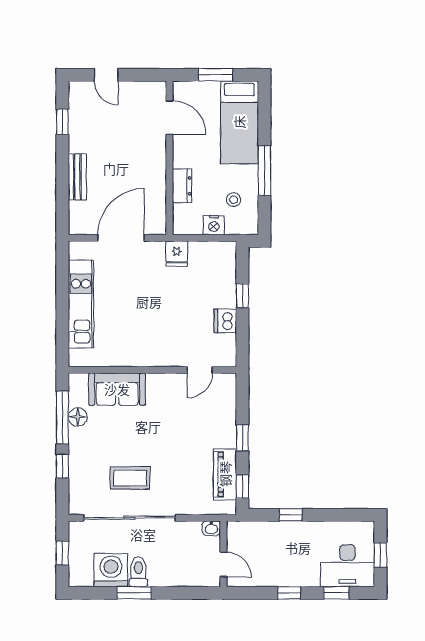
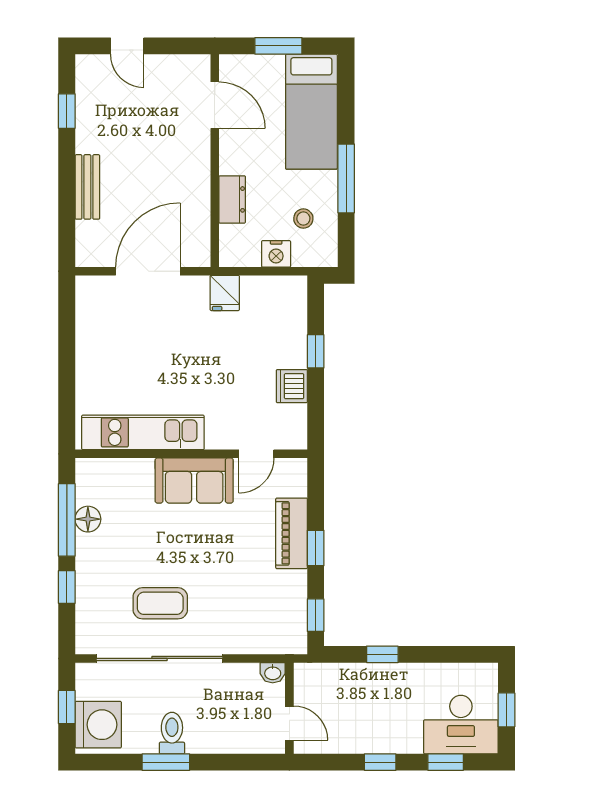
kitchen unit: (81, 304) -> (143, 432), moved, turned -90
sofa: (117, 389) -> (194, 481), moved
piano: (225, 474) -> (292, 533), moved
washing machine: (111, 570) -> (98, 725), moved, turned 90

